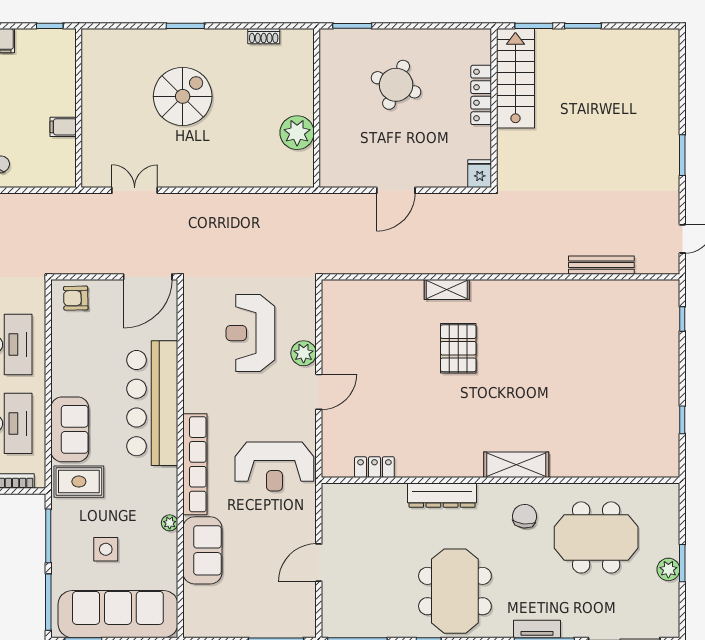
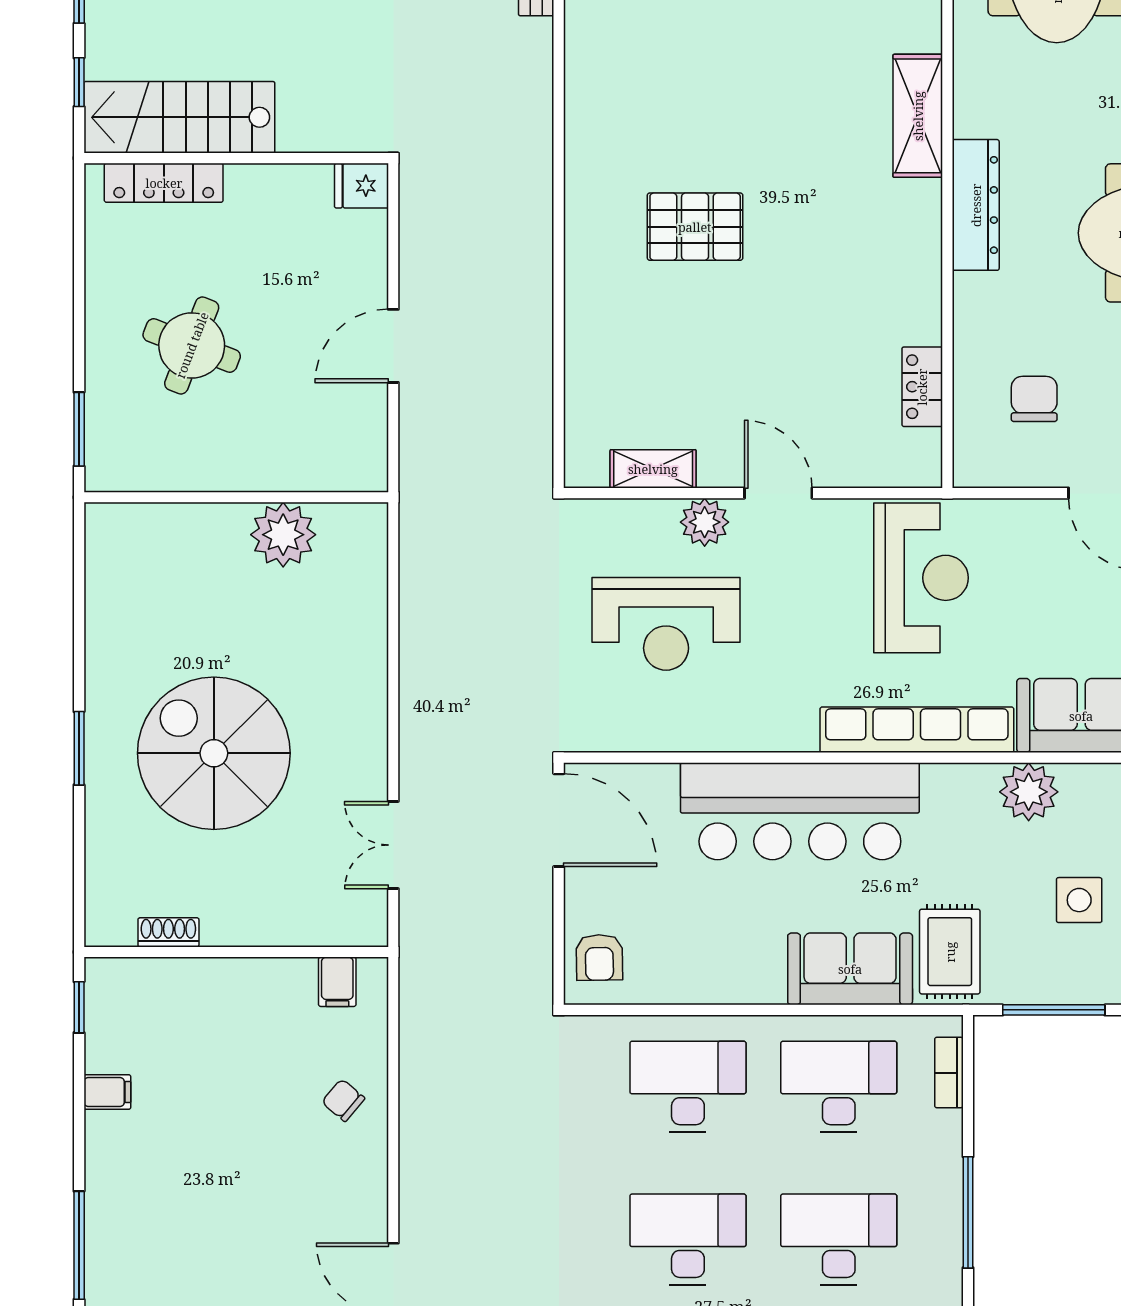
window: (534, 26) -> (79, 82), width x0.67
shoe rack: (264, 36) -> (168, 932), moved, turned -90
locker: (481, 95) -> (164, 183), moved
spiral stairs: (183, 96) -> (214, 753), width x1.37, depth x1.37
filing cabinet: (63, 127) -> (337, 982), moved
door: (396, 190) -> (393, 346), swing flipped
shelving: (447, 290) -> (653, 469), moved, turned 90
dresser: (442, 495) -> (976, 205), moved
chair: (525, 516) -> (1034, 399), moved, turned 84
plant: (170, 523) -> (1029, 792), width x1.88, depth x1.88

